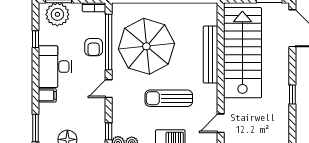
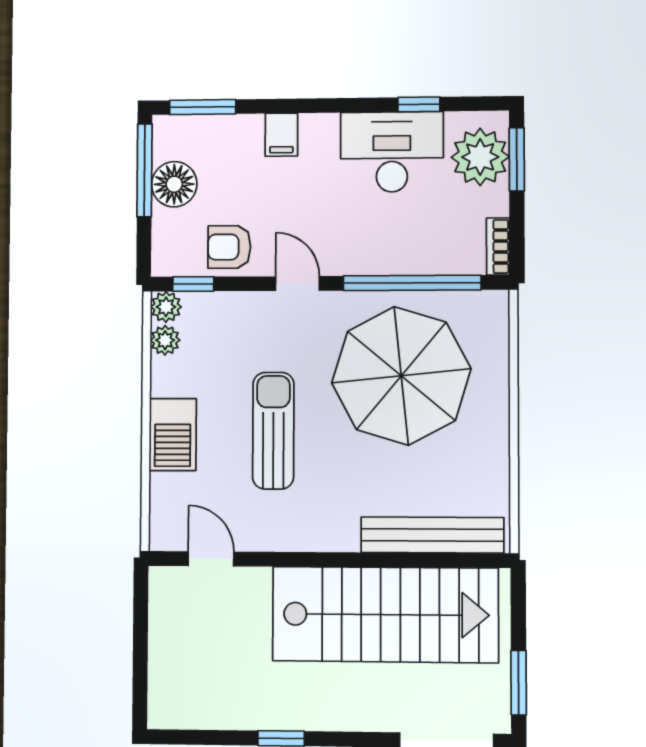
armchair: (94, 47) -> (229, 247), moved
bench: (211, 55) -> (432, 535), moved
desk: (55, 67) -> (392, 152), moved

